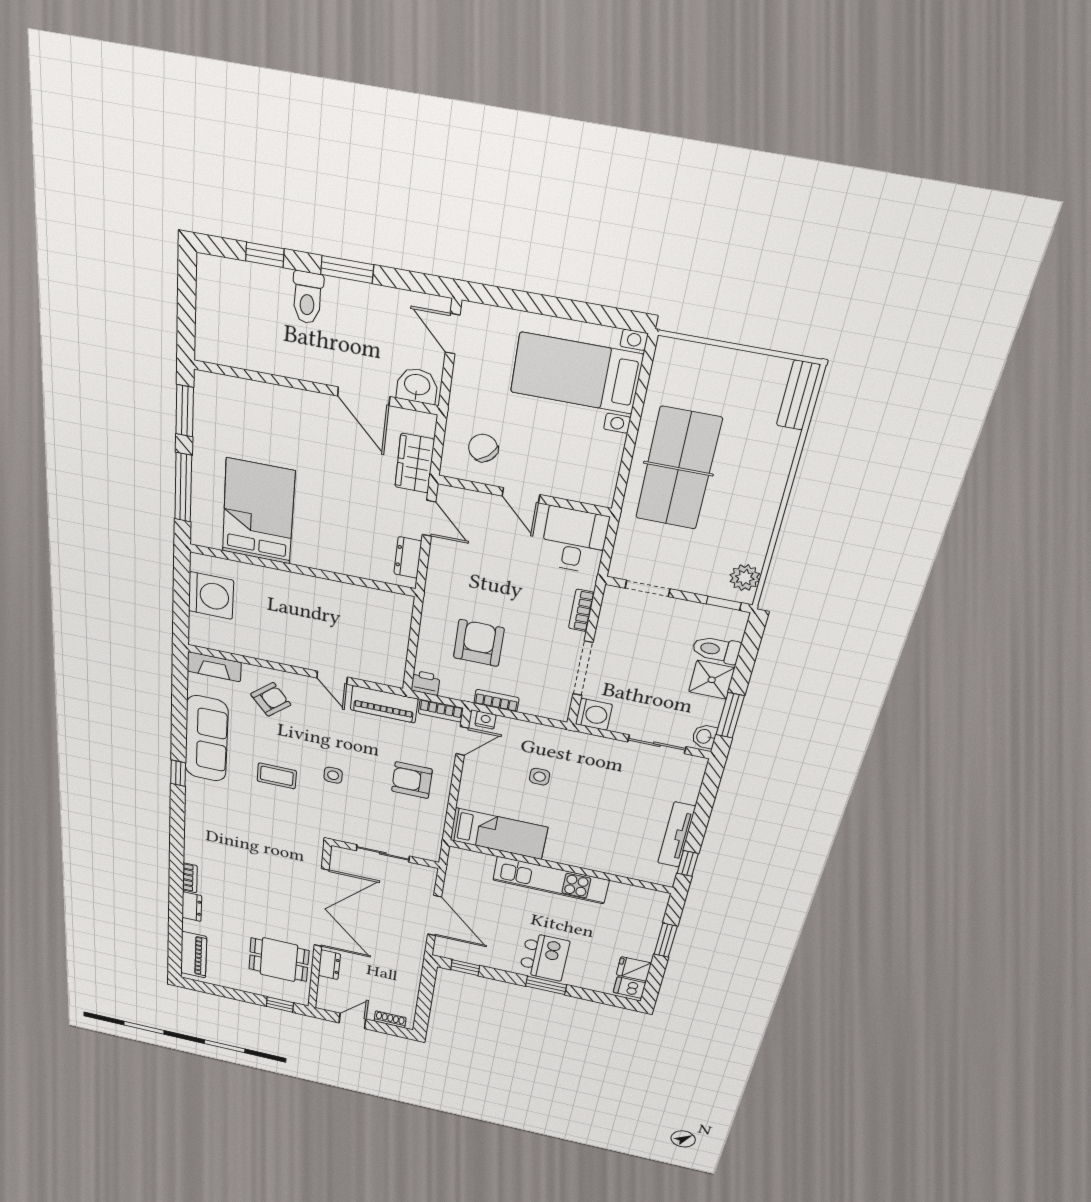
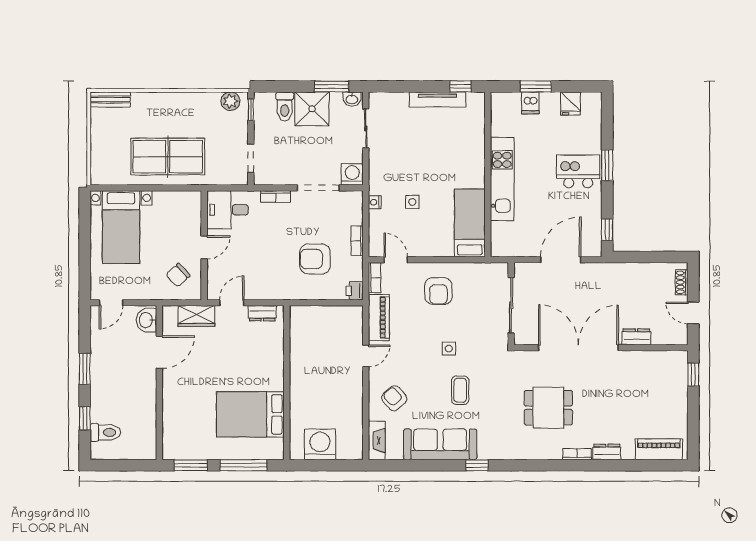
toilet: (307, 298) -> (105, 432), moved
shower: (712, 680) -> (312, 109), width x1.36, depth x1.36
nightstand: (486, 720) -> (375, 202), moved
sliding door: (383, 853) -> (511, 305), width x1.37
dining table: (279, 960) -> (548, 408), moved, turned 90
dishwasher: (629, 988) -> (530, 103), moved

